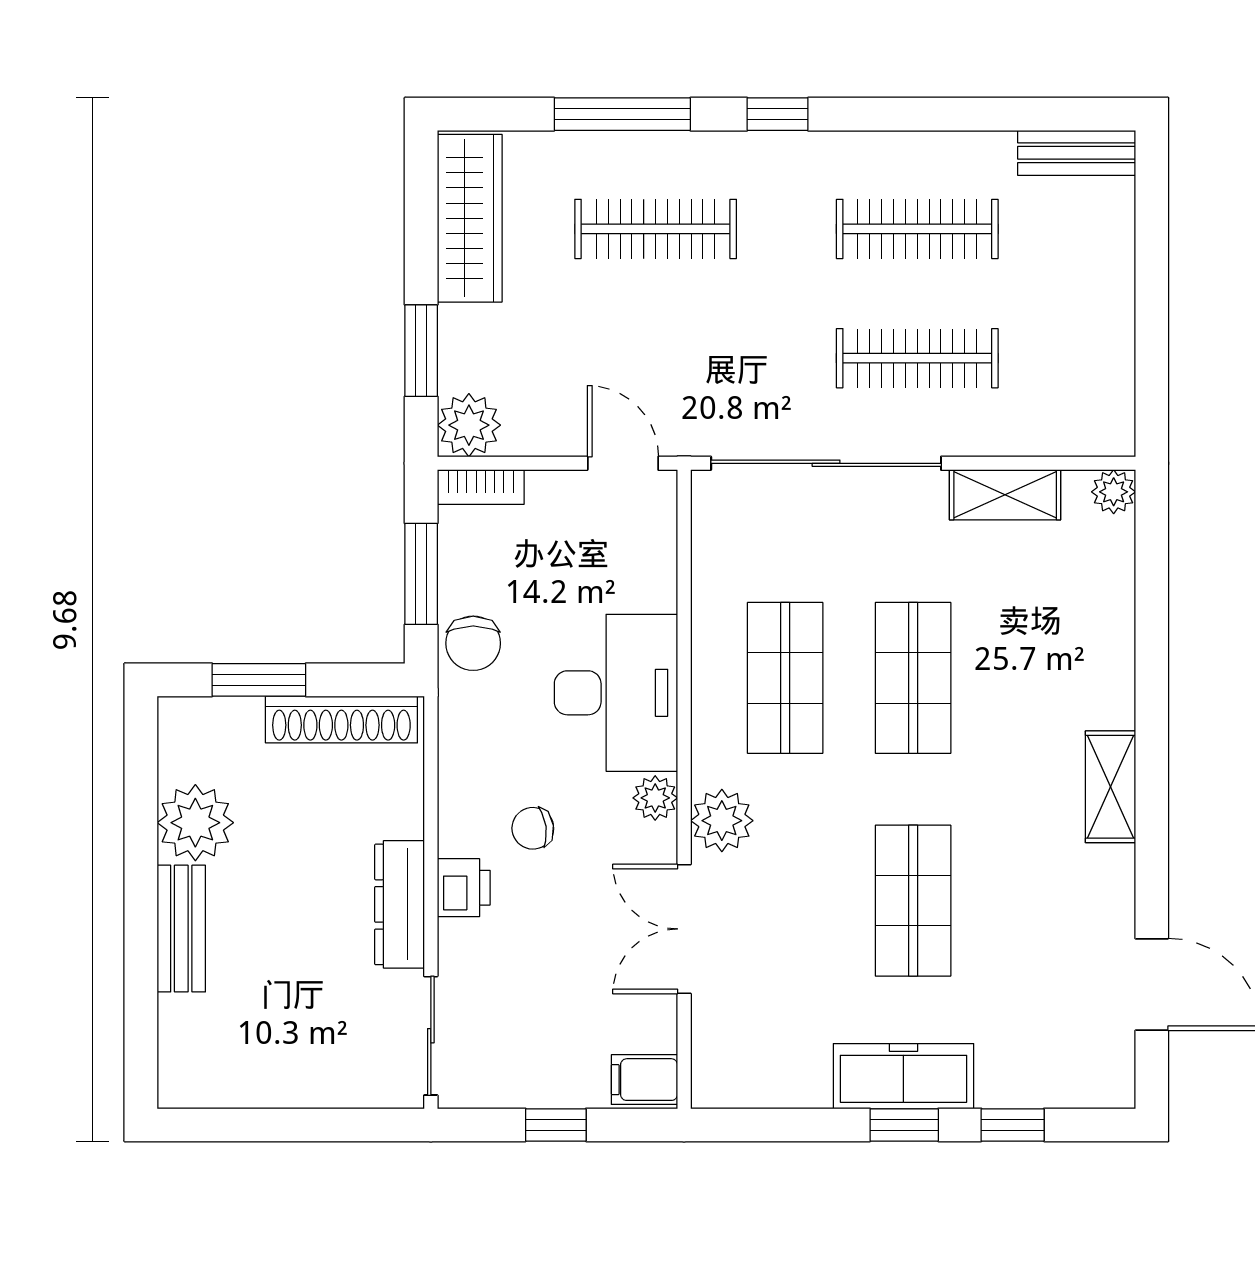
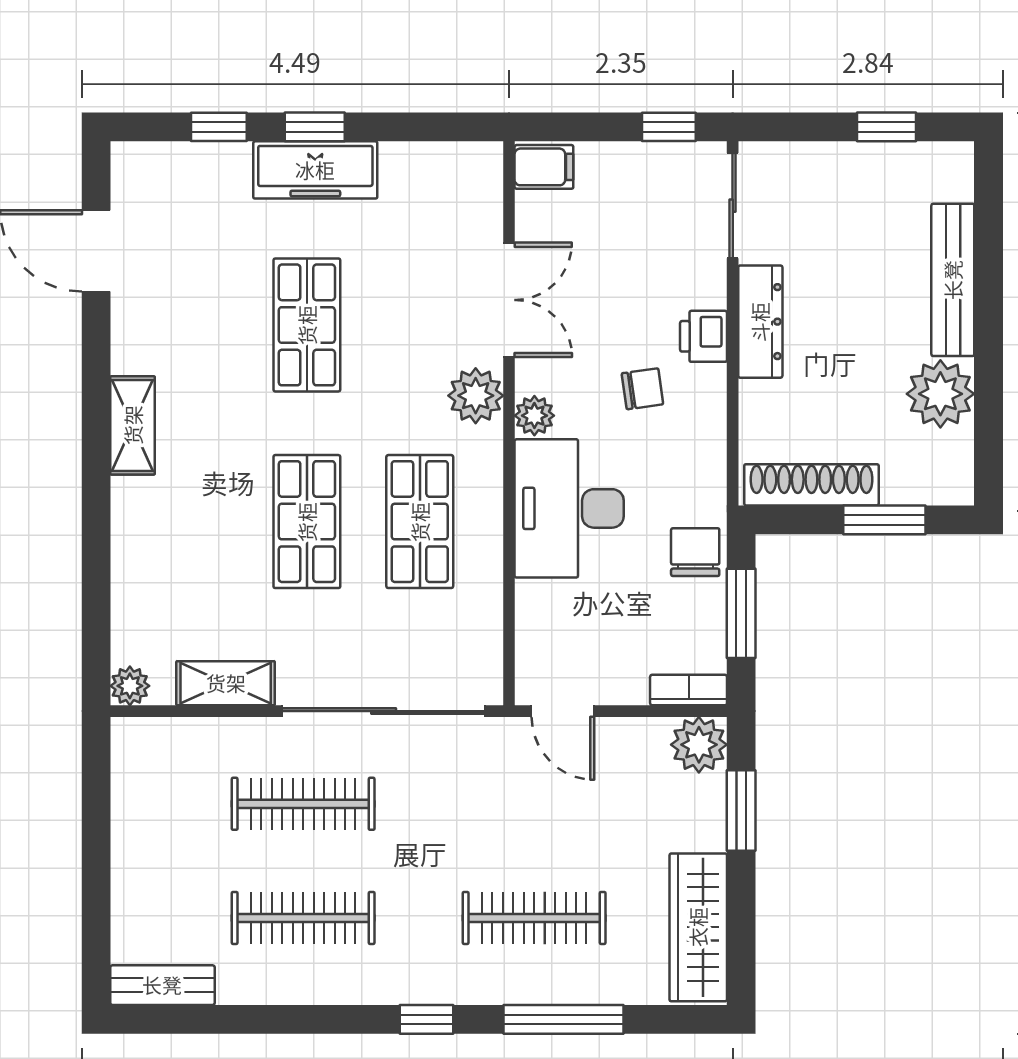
bench: (181, 929) -> (953, 280), width x1.36
window: (256, 1125) -> (886, 127), added
window: (556, 1125) -> (669, 127), moved

